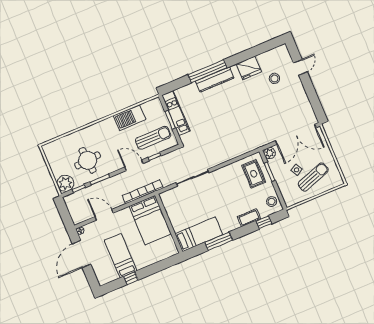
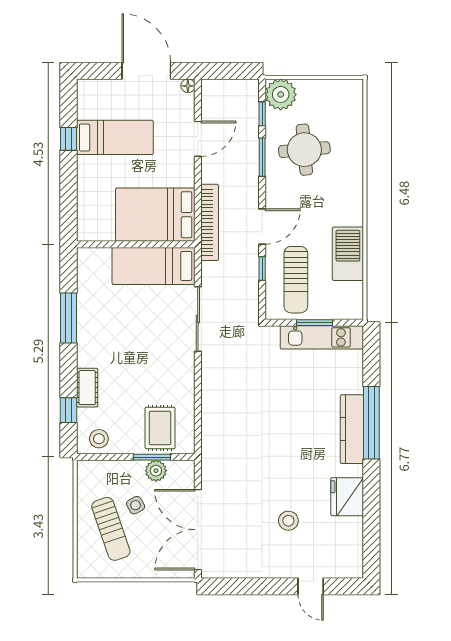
stool: (274, 78) -> (288, 521), moved
plant: (270, 153) -> (156, 471), moved
rug: (254, 174) -> (160, 428), turned 90
bed: (199, 234) -> (154, 266), moved, turned 90

